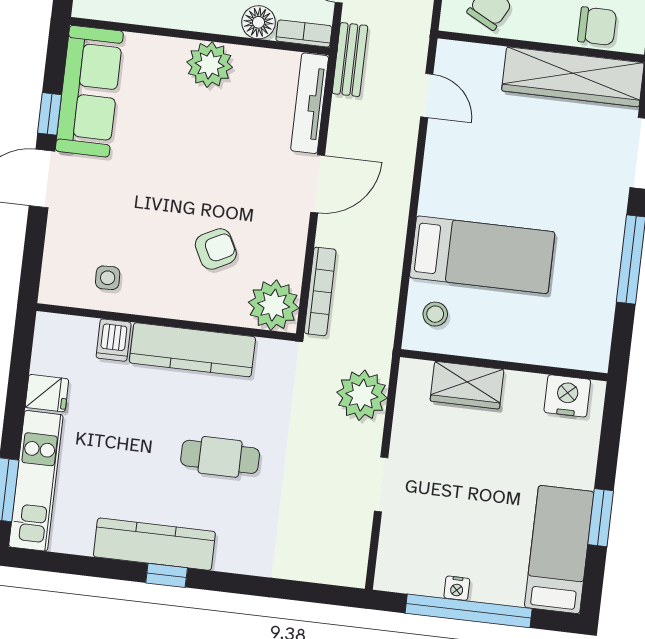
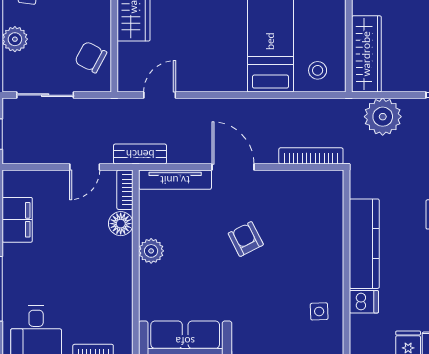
plant: (210, 65) -> (151, 251), width x0.73, depth x0.73
armchair: (216, 249) -> (246, 239), moved
plant: (274, 305) -> (325, 188), removed
wardrobe: (467, 385) -> (366, 54), width x1.50

